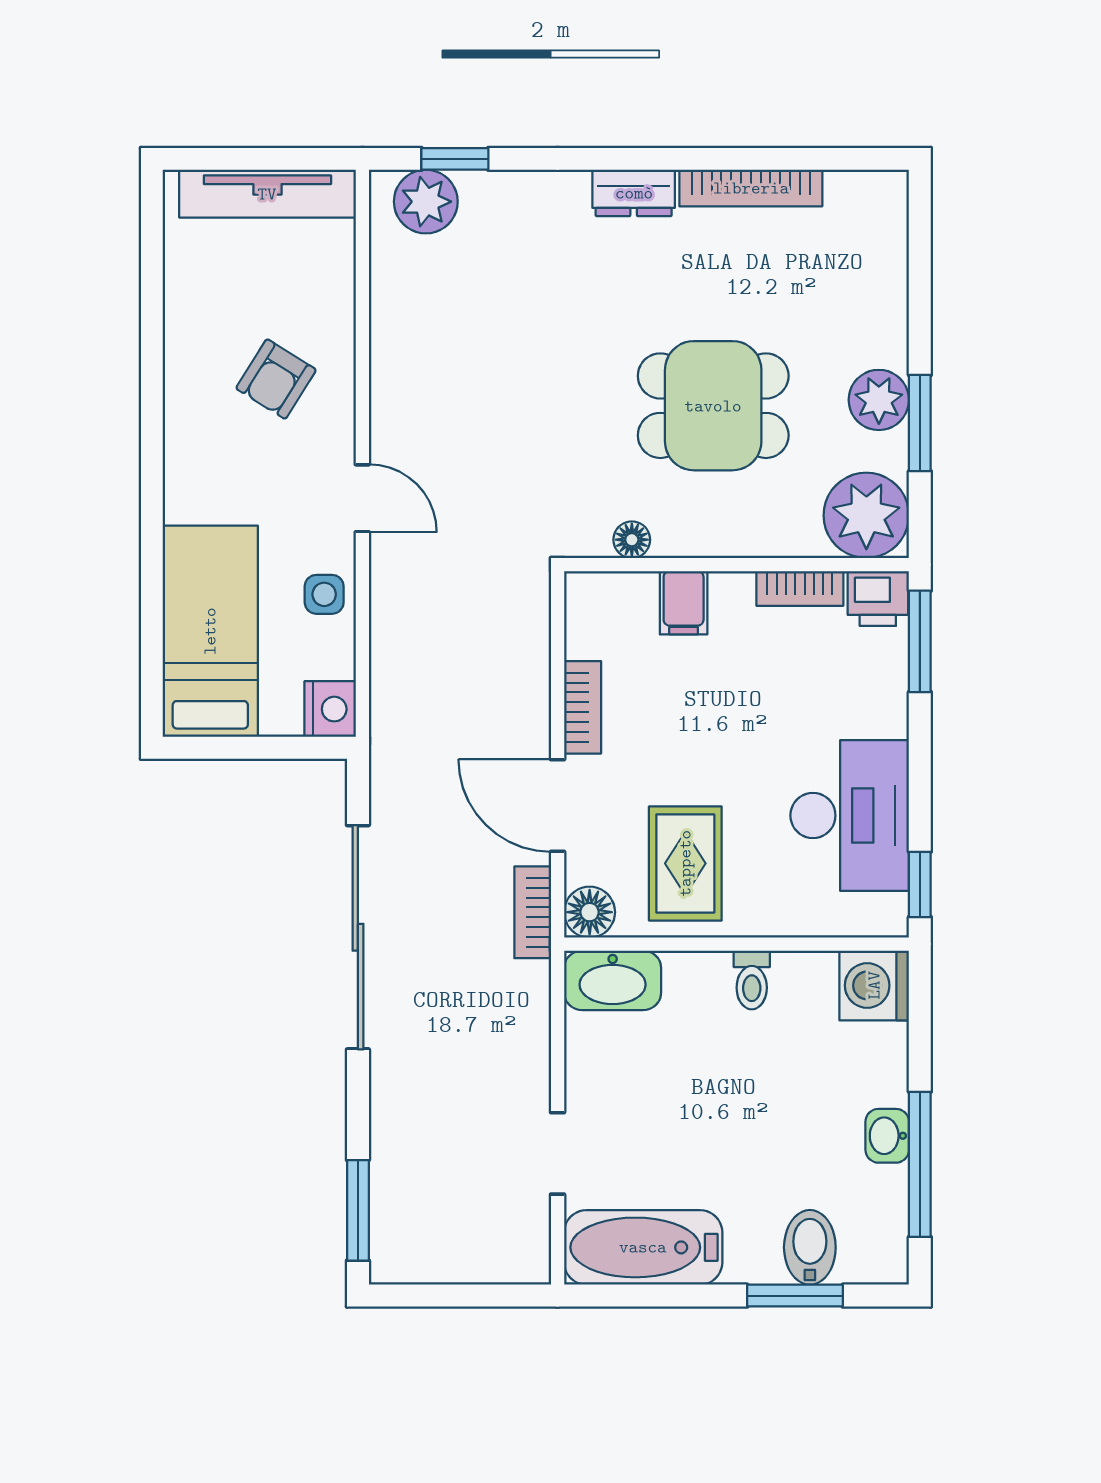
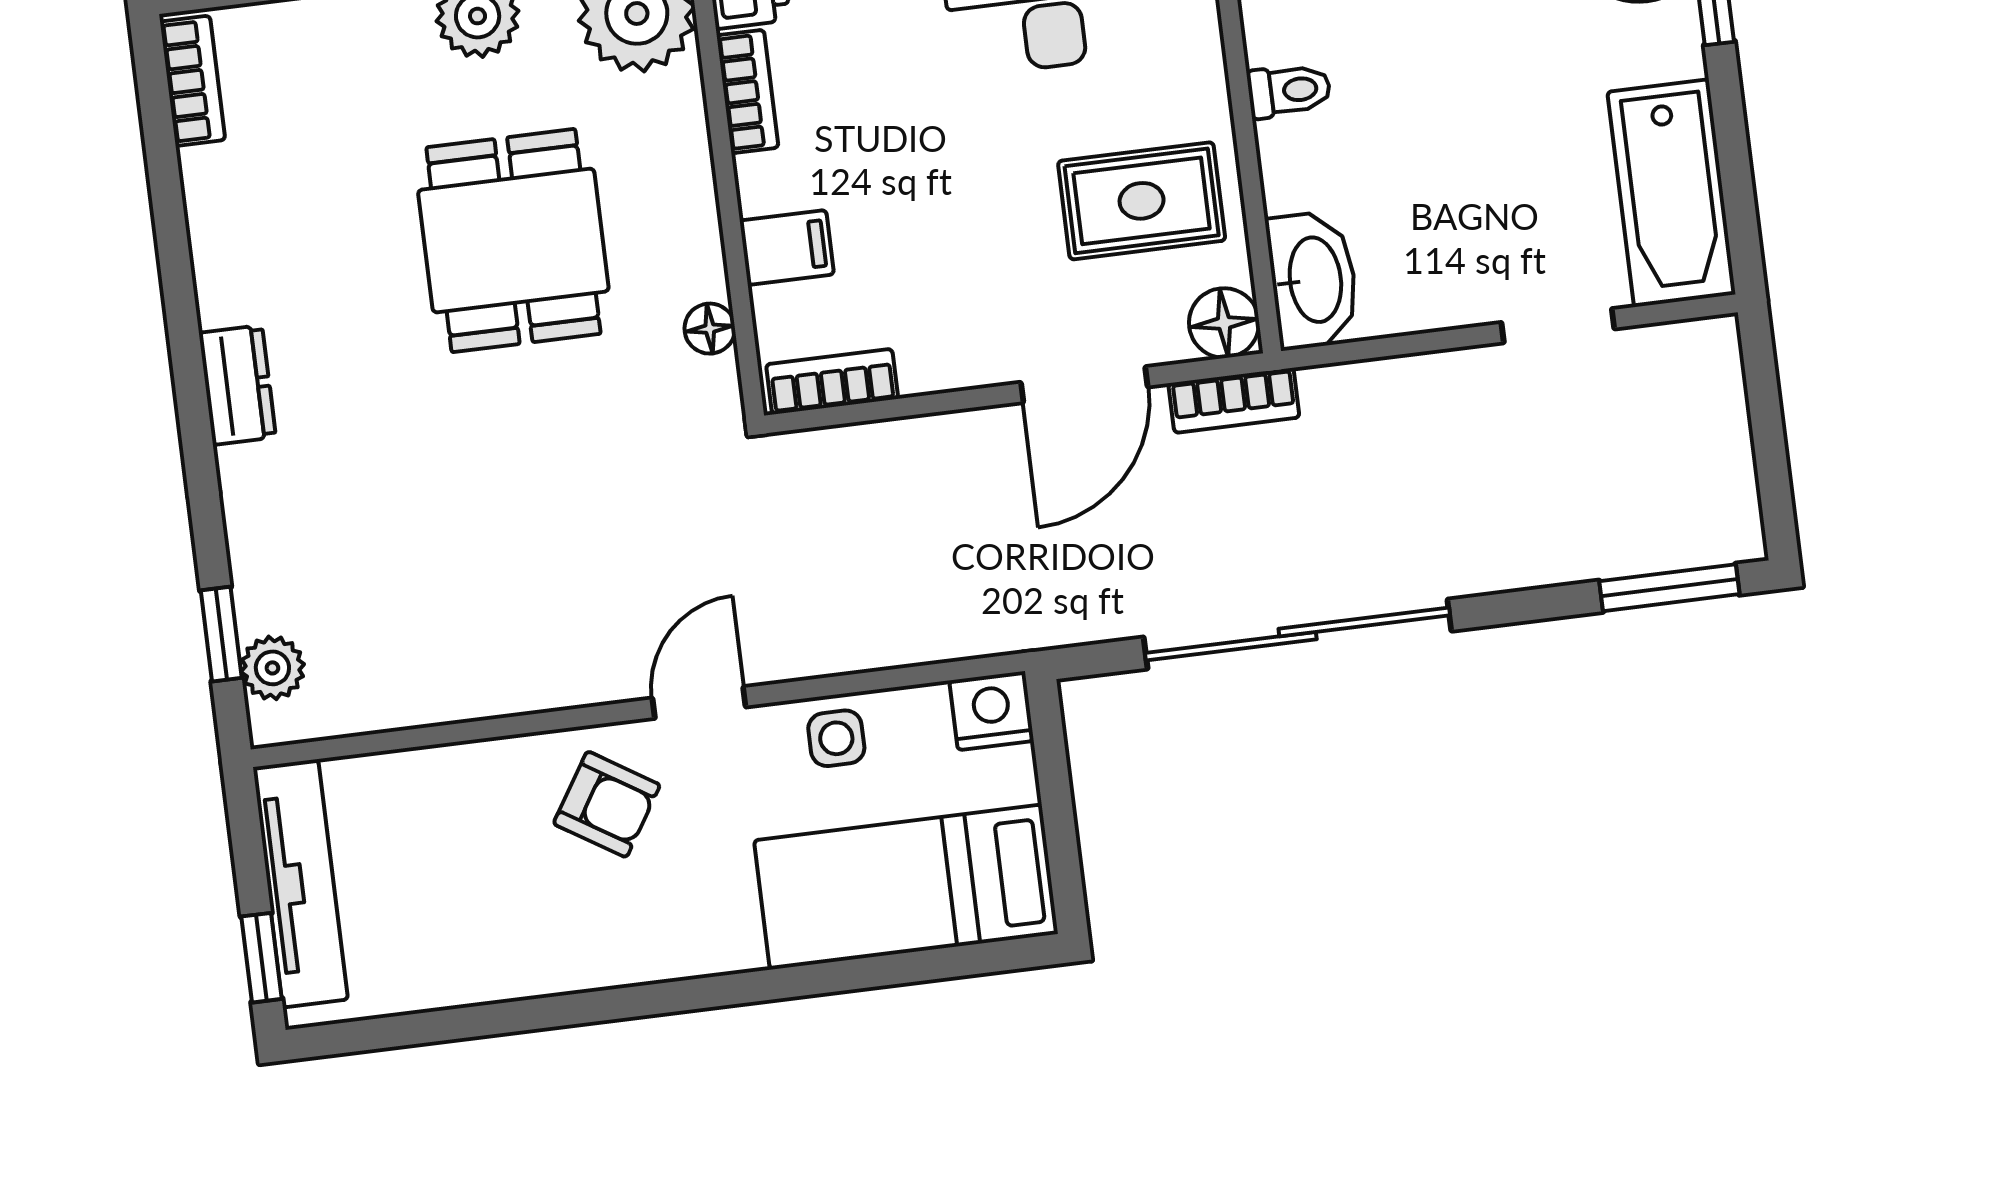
window: (217, 159) -> (262, 958), added
bookcase: (751, 188) -> (193, 81), moved, width x0.64
plant: (426, 202) -> (272, 668), width x0.73, depth x0.73
armchair: (276, 379) -> (607, 804), moved
bookcase: (583, 707) -> (832, 381), moved

